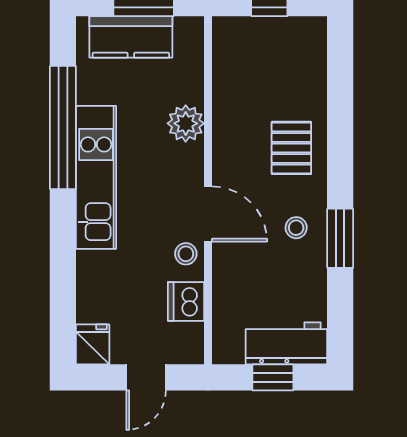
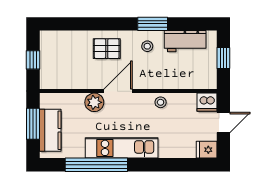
door: (208, 214) -> (118, 91), moved
dishwasher: (186, 301) -> (207, 102), moved
workbench: (286, 343) -> (185, 41), moved, turned -90
door: (146, 377) -> (223, 123), hinge flipped

